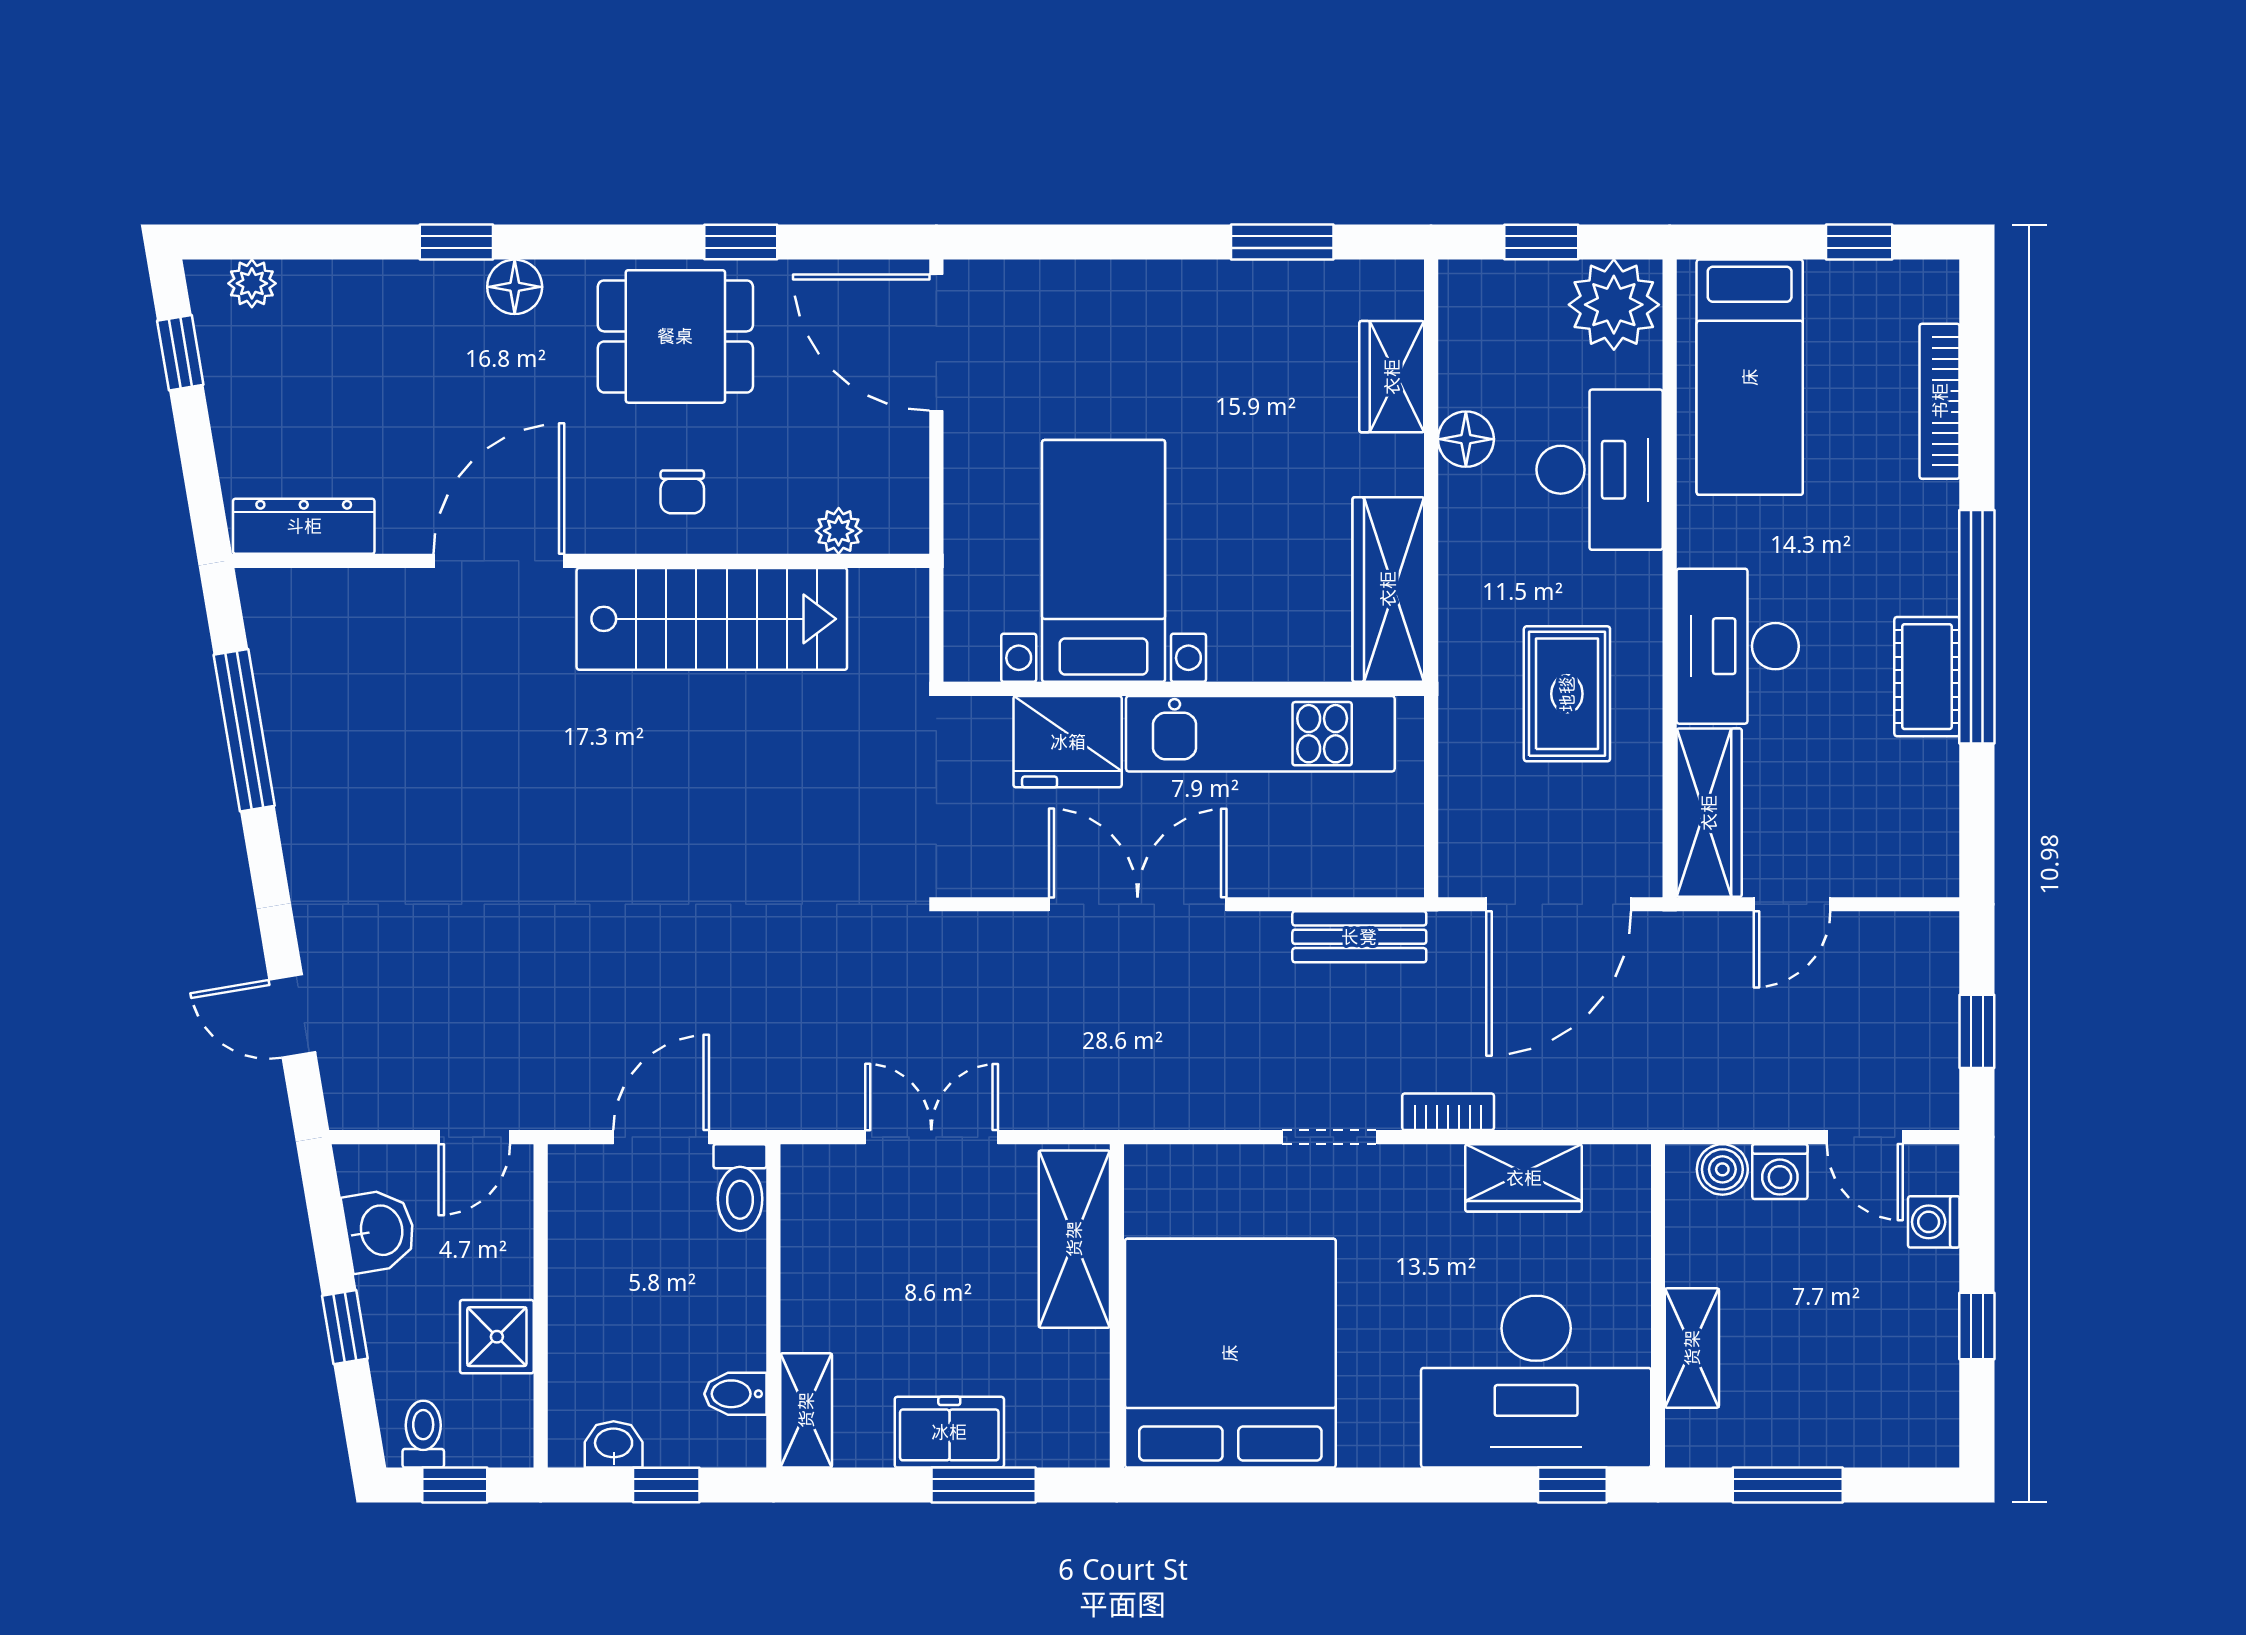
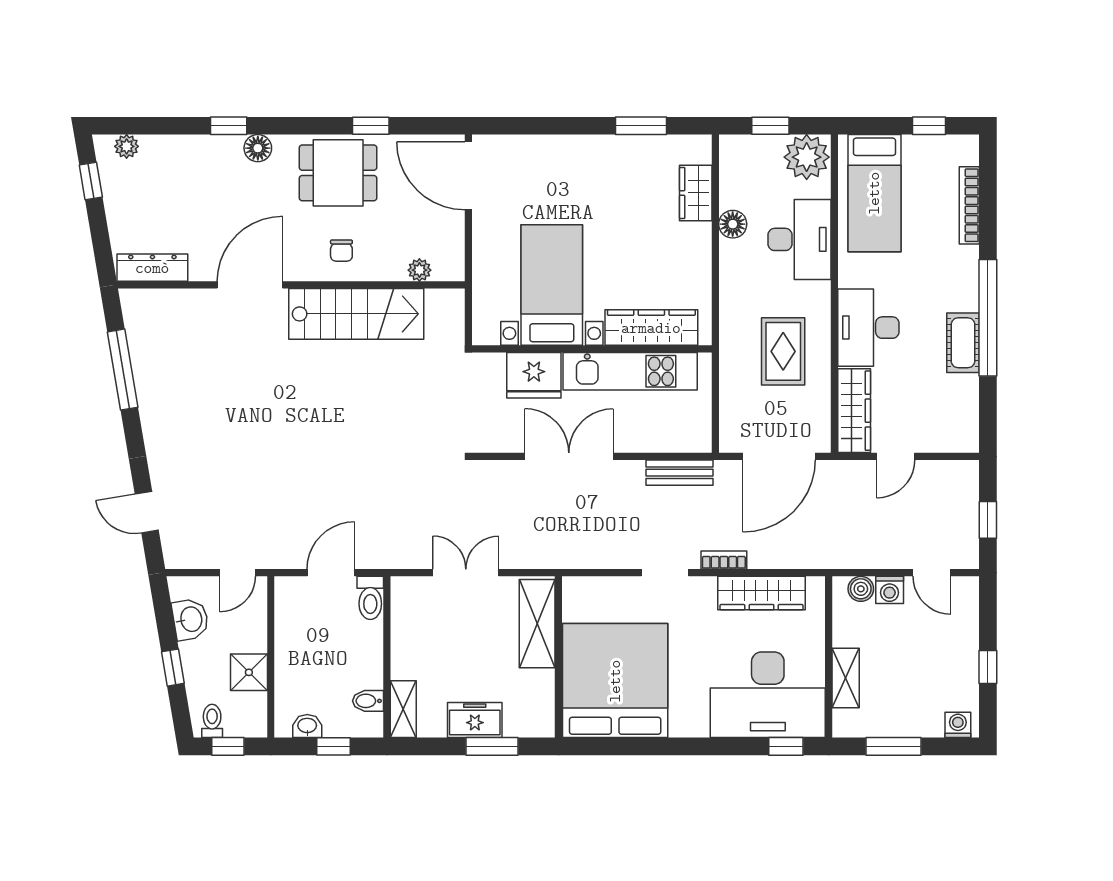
wardrobe: (1388, 589) -> (651, 328), moved, turned 90
wardrobe: (1524, 1178) -> (762, 593), width x1.50
washing machine: (1934, 1222) -> (958, 725), moved, turned 90

